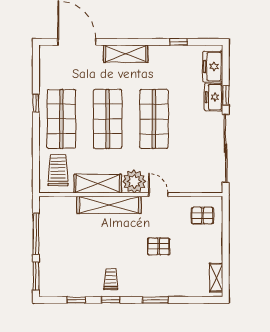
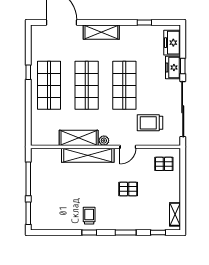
trolley: (58, 170) -> (150, 123), moved, turned -90
plant: (134, 181) -> (104, 141), width x0.53, depth x0.53
door: (158, 195) -> (128, 147), swing flipped
window: (76, 300) -> (158, 233), moved

